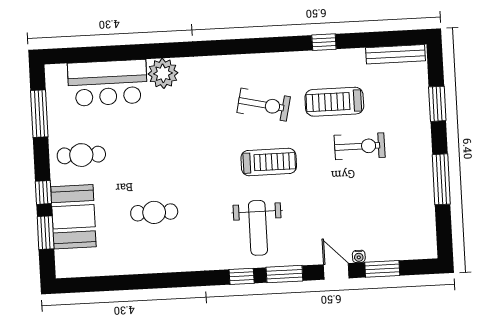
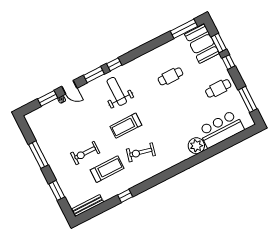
booth: (73, 217) -> (202, 44), moved
window: (94, 284) -> (184, 29), added

